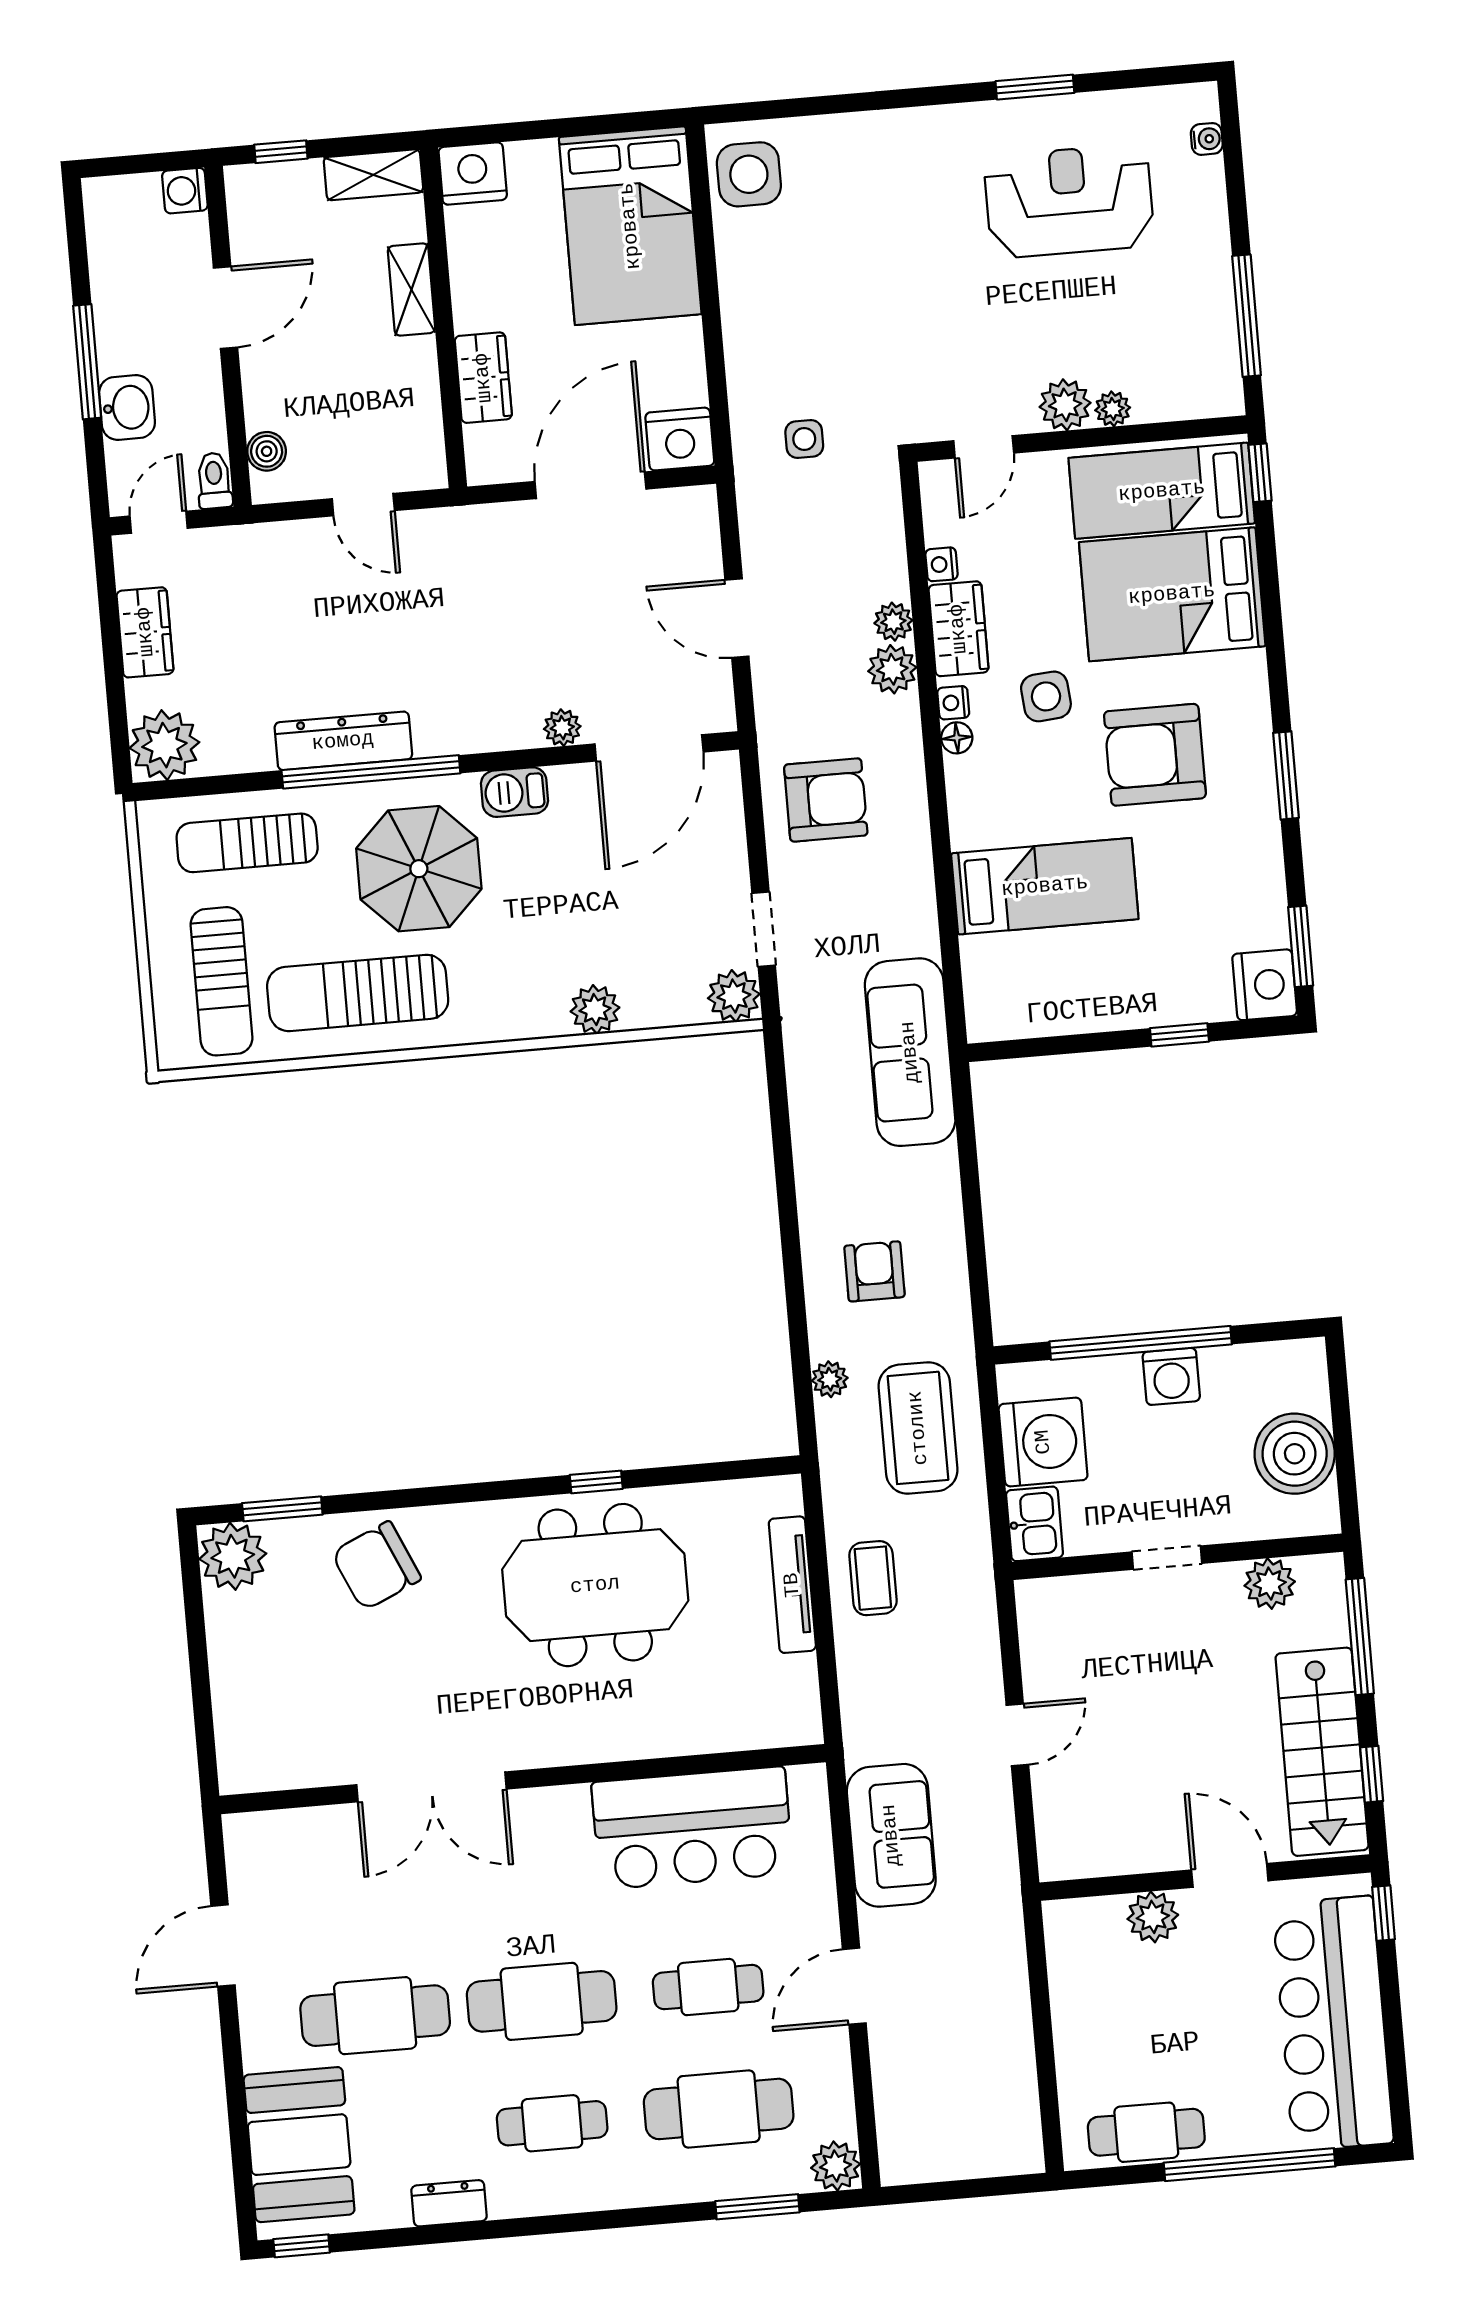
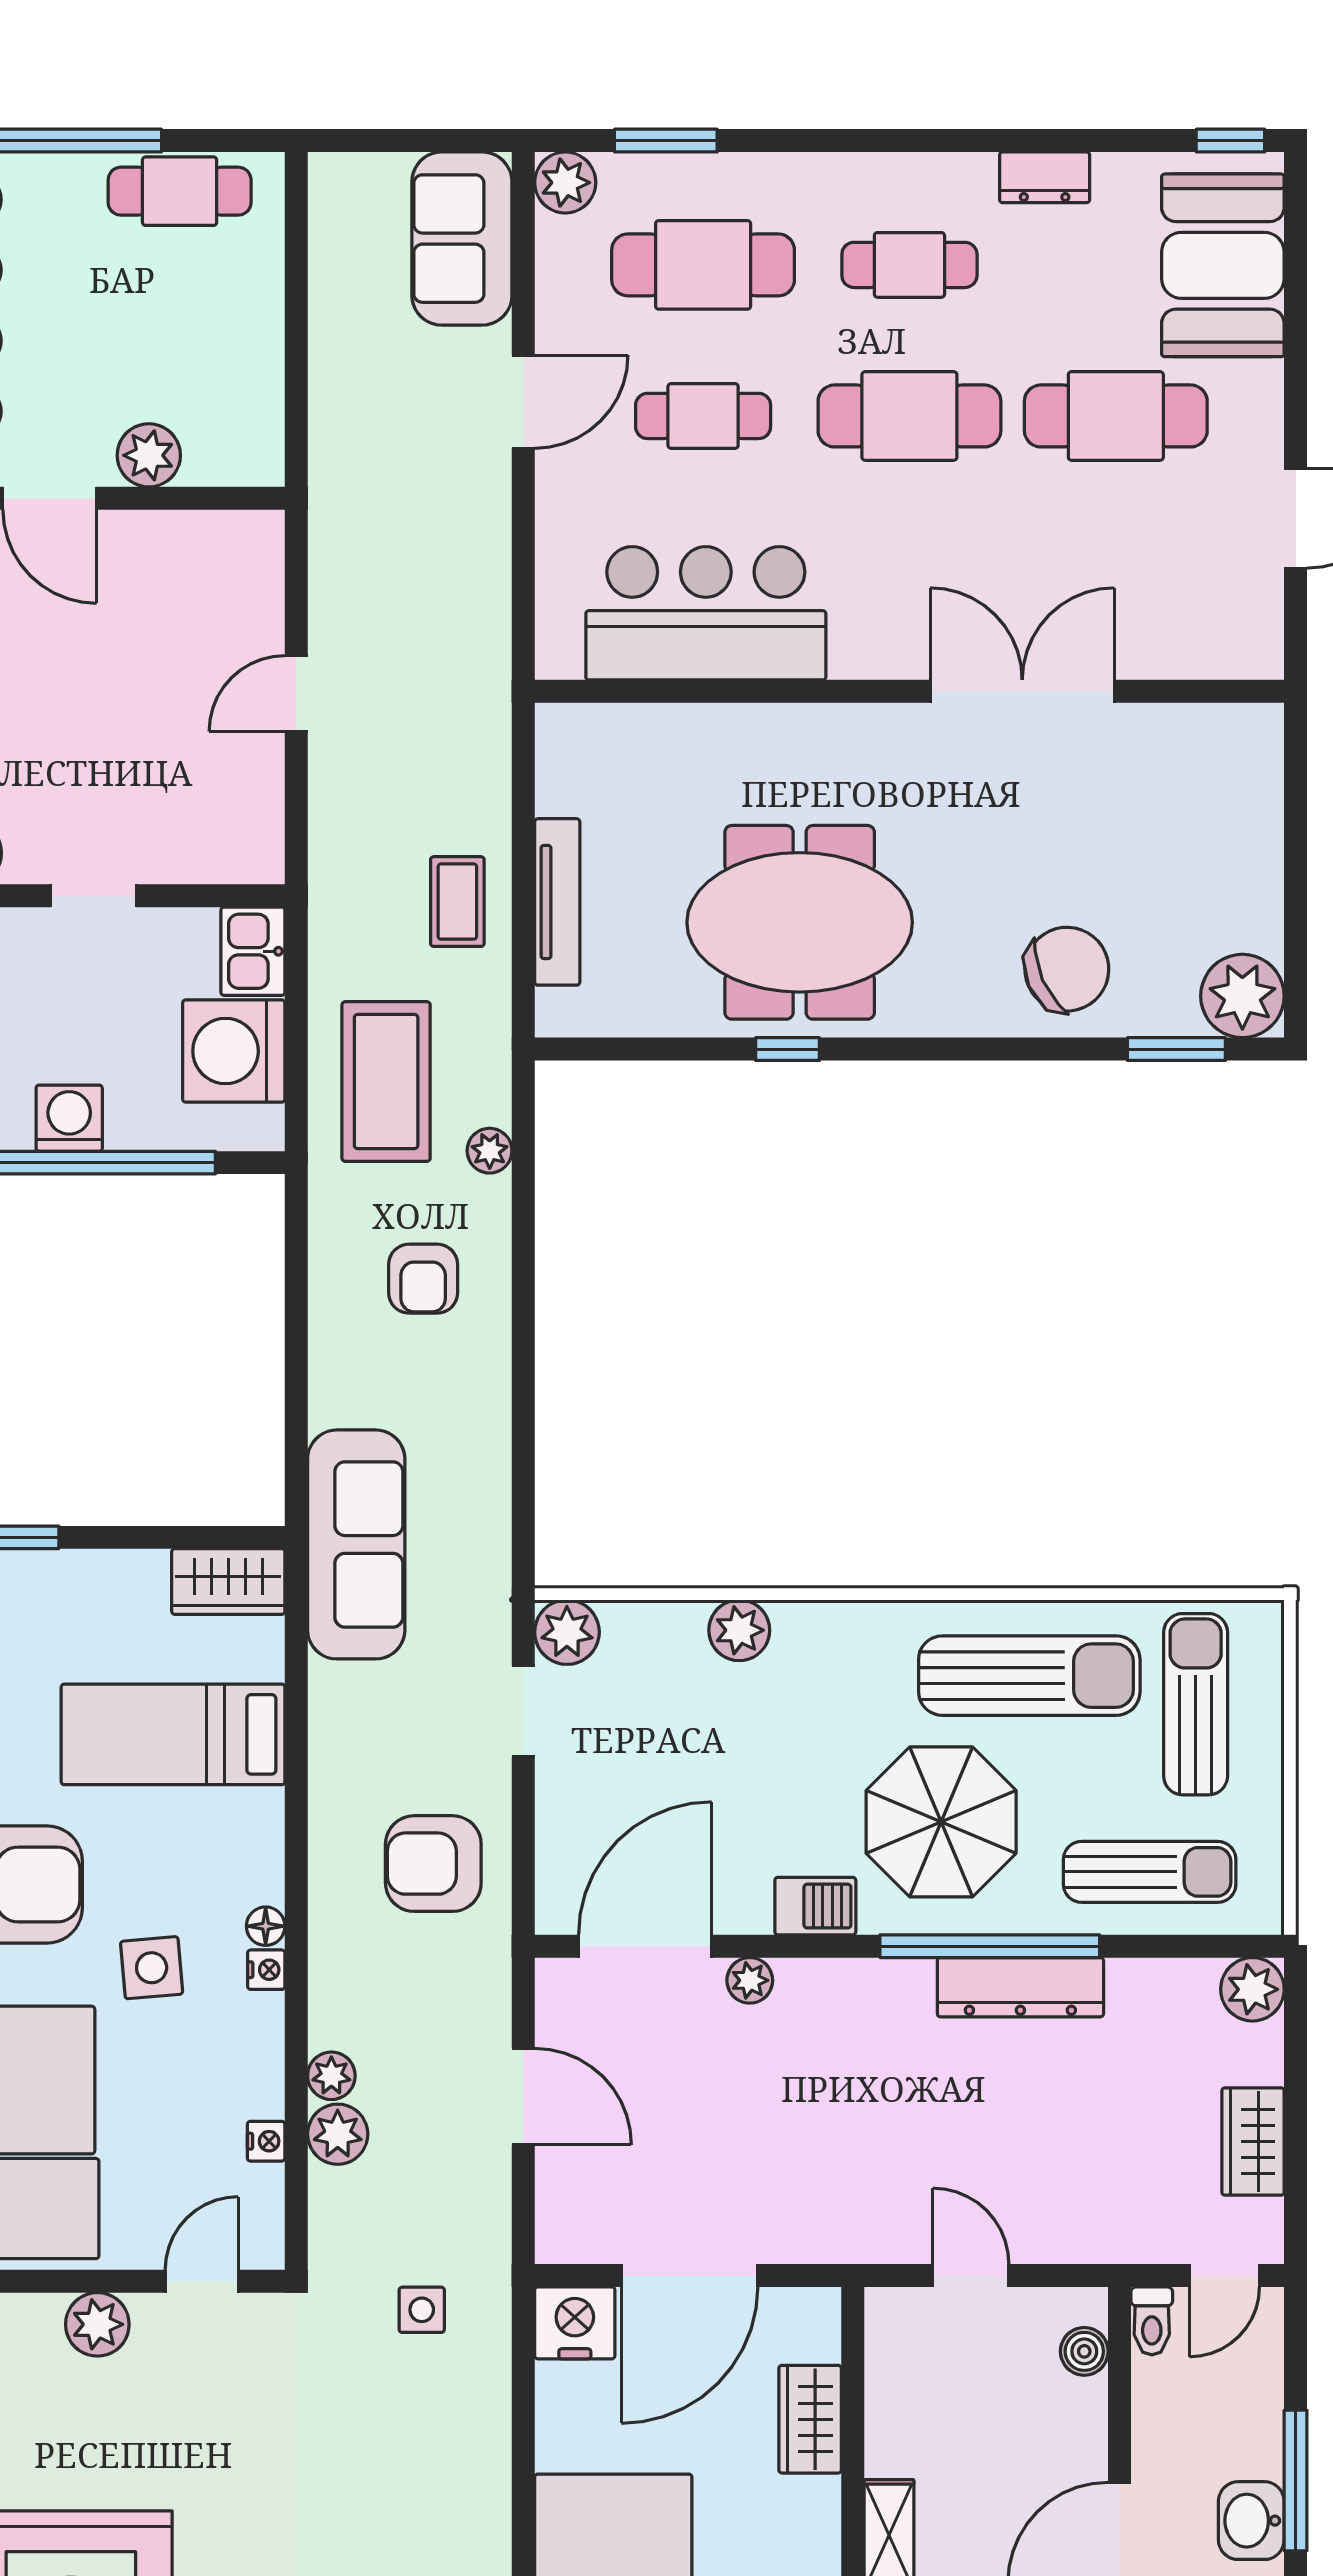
washbasin: (127, 408) -> (1251, 2521), moved
plant: (1113, 409) -> (39, 2314), removed
wardrobe: (958, 629) -> (228, 1582), moved, turned -90
plant: (892, 669) -> (338, 2134), moved
plant: (164, 745) -> (1252, 1989), width x0.73, depth x0.73
sofa: (891, 1835) -> (462, 239), moved

